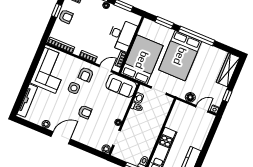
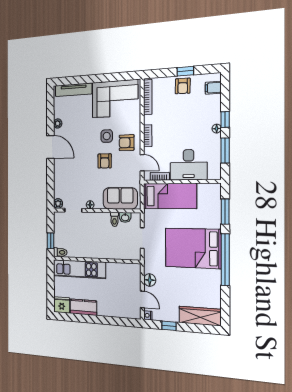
bed: (142, 60) -> (170, 196), width x0.67
sofa: (121, 86) -> (120, 198), moved, turned 90
armchair: (85, 112) -> (105, 161), moved

